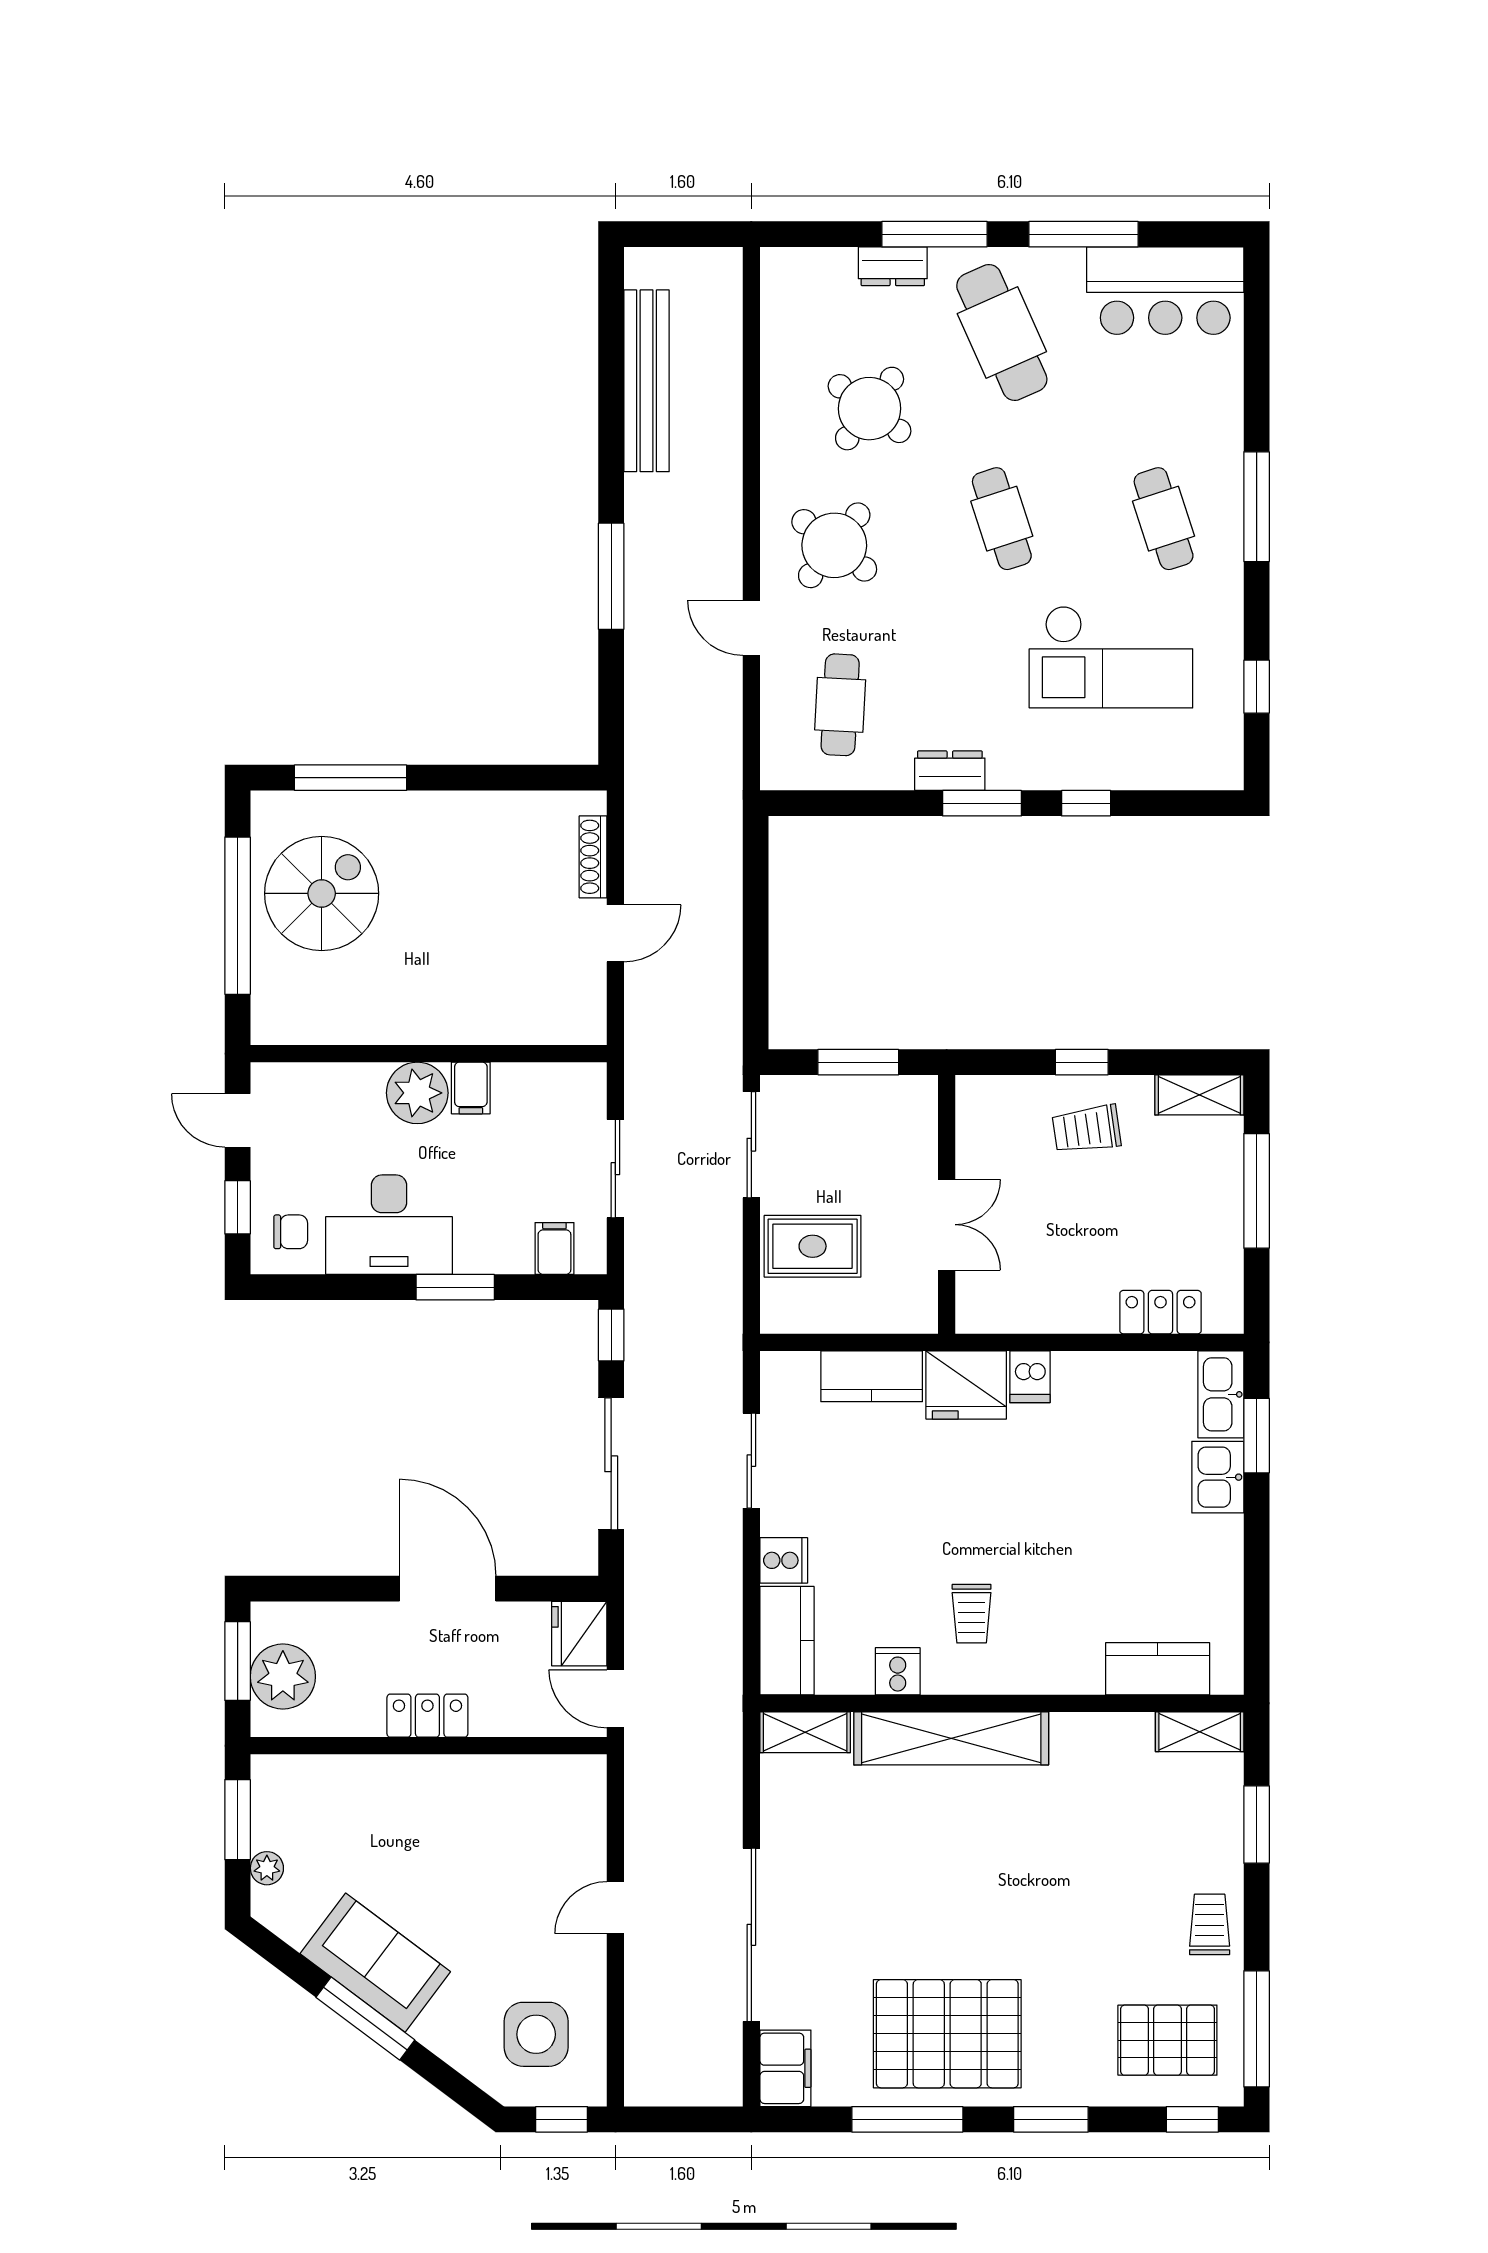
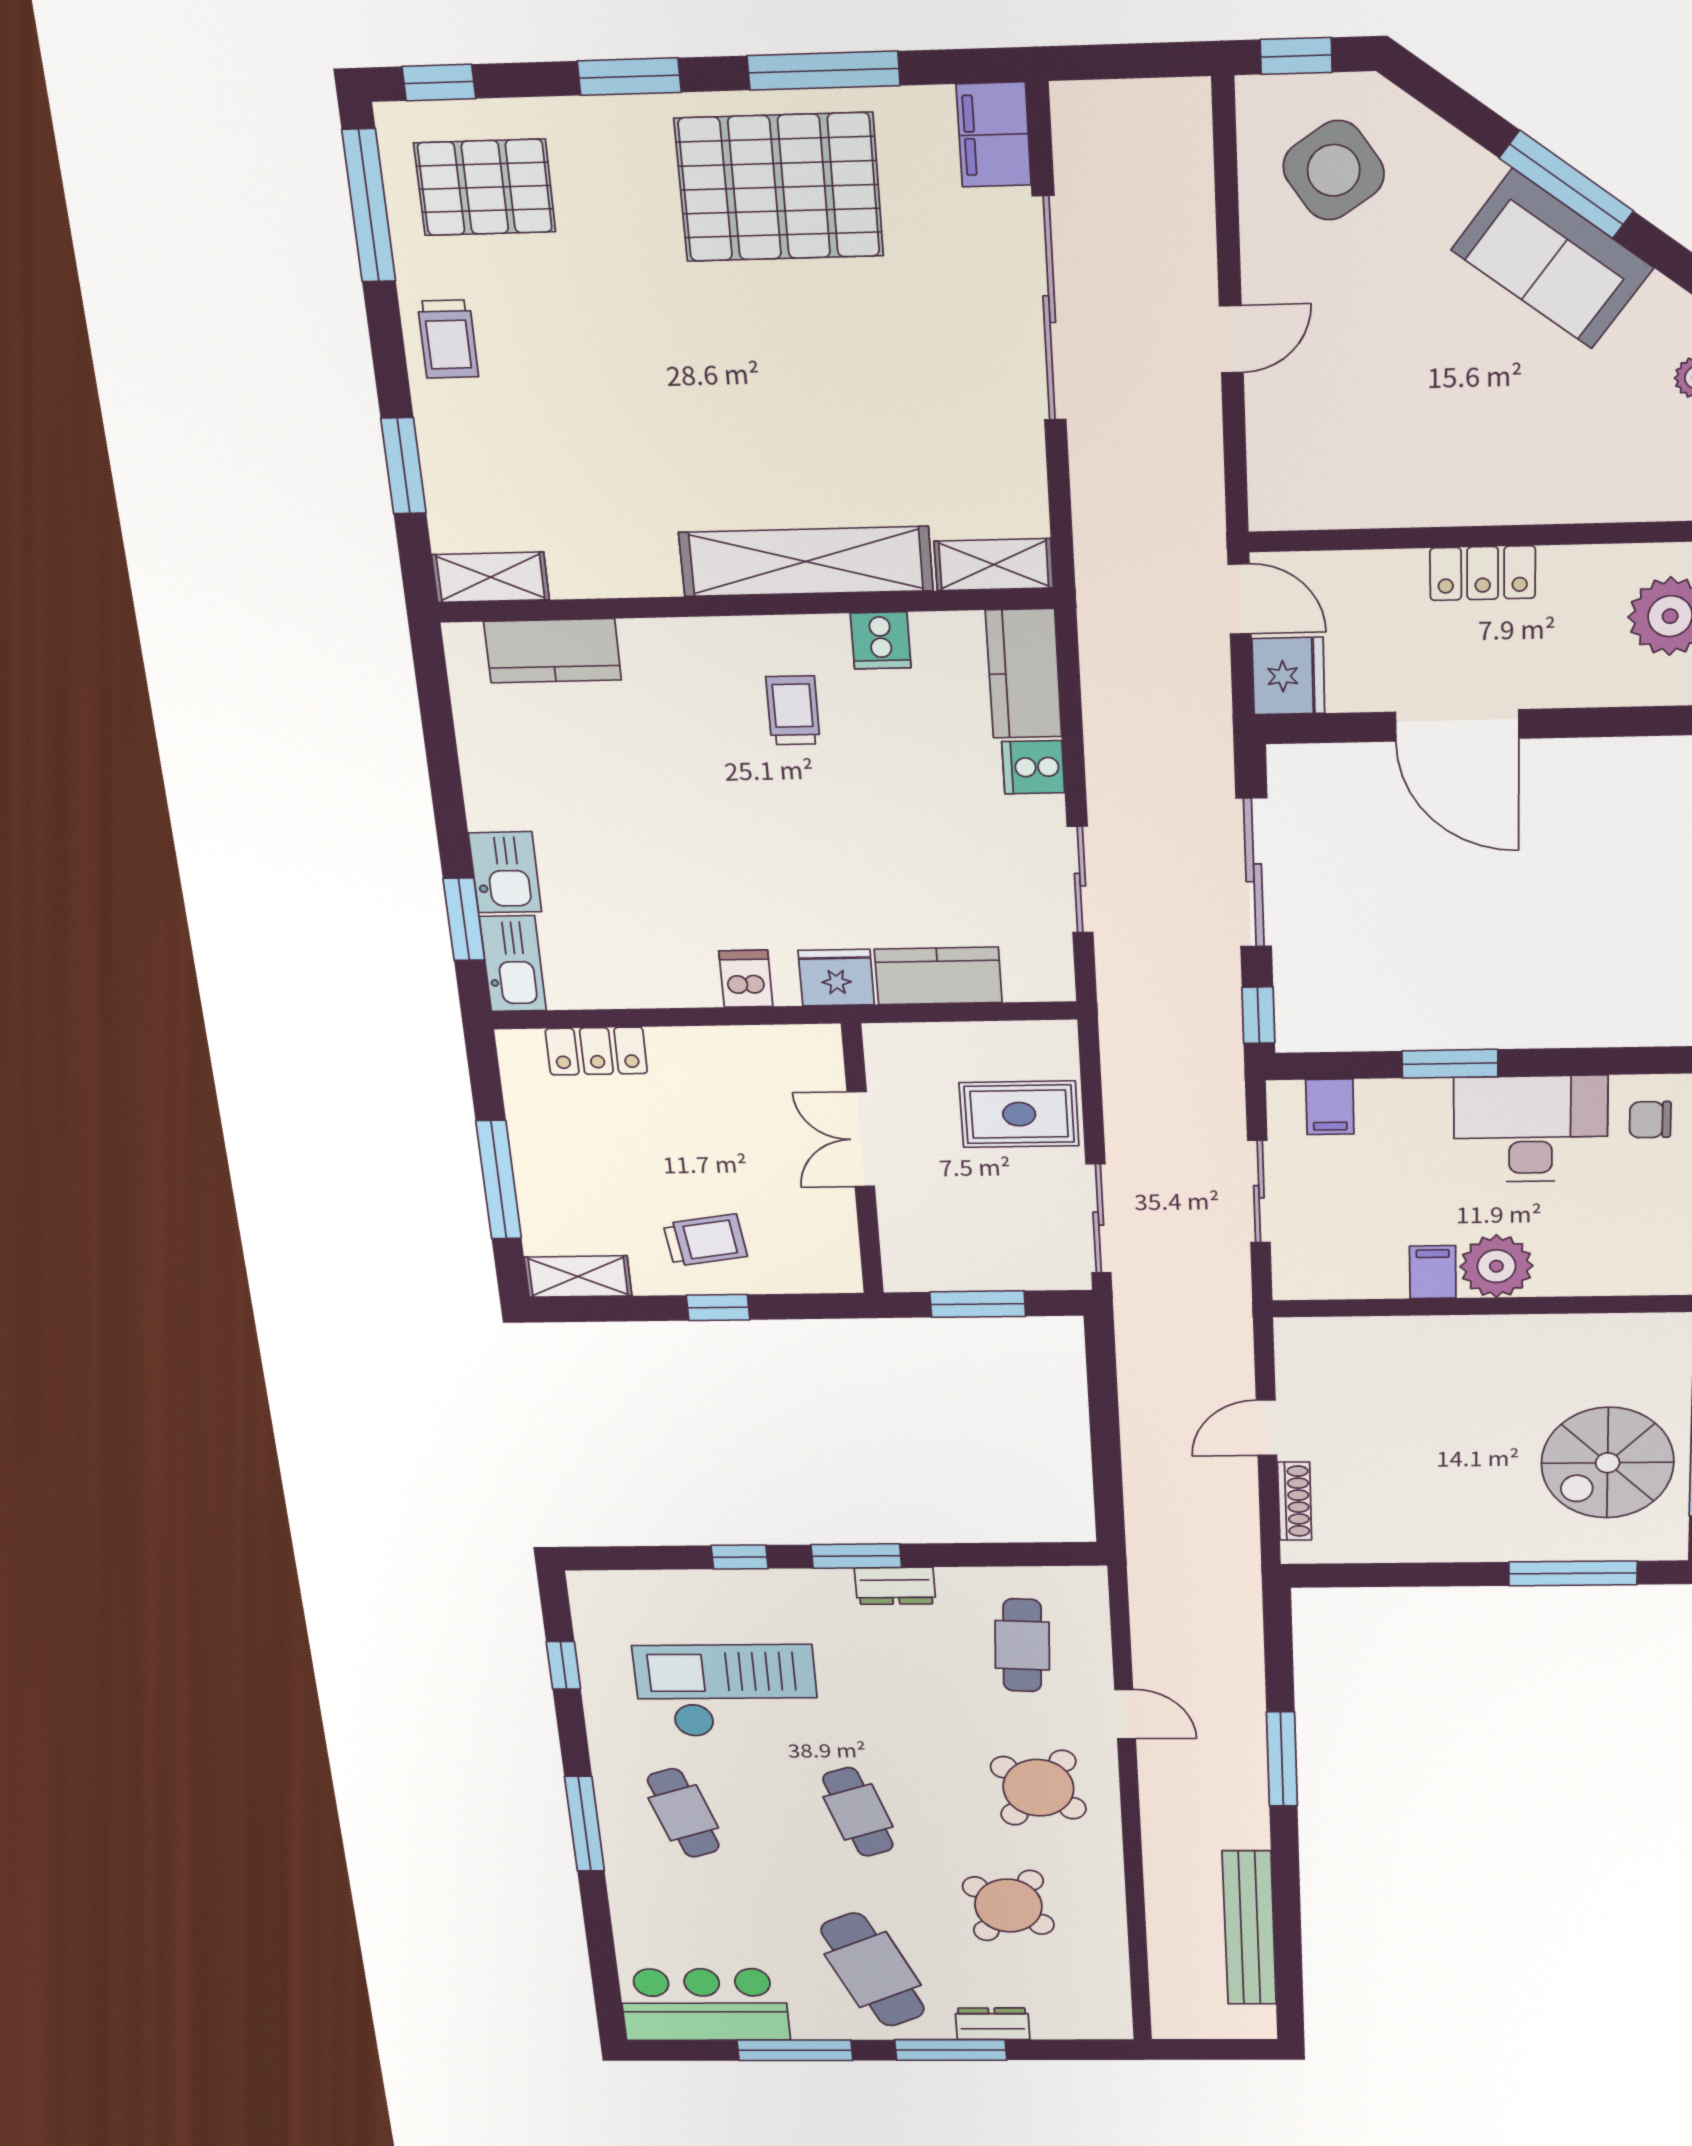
fridge: (966, 1385) -> (836, 978), width x0.73, depth x0.75
side table: (536, 2034) -> (1334, 170), turned -34

